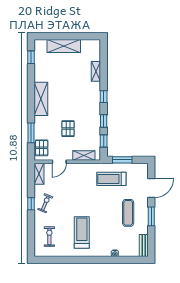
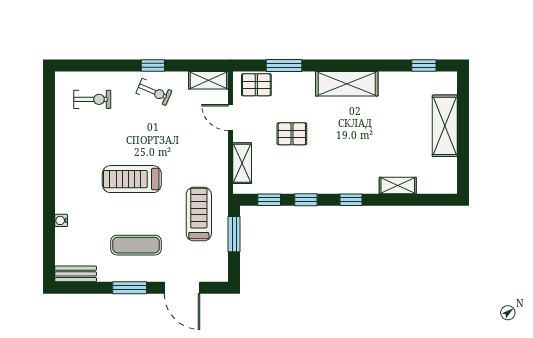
treadmill: (82, 232) -> (132, 179), moved, turned 180

